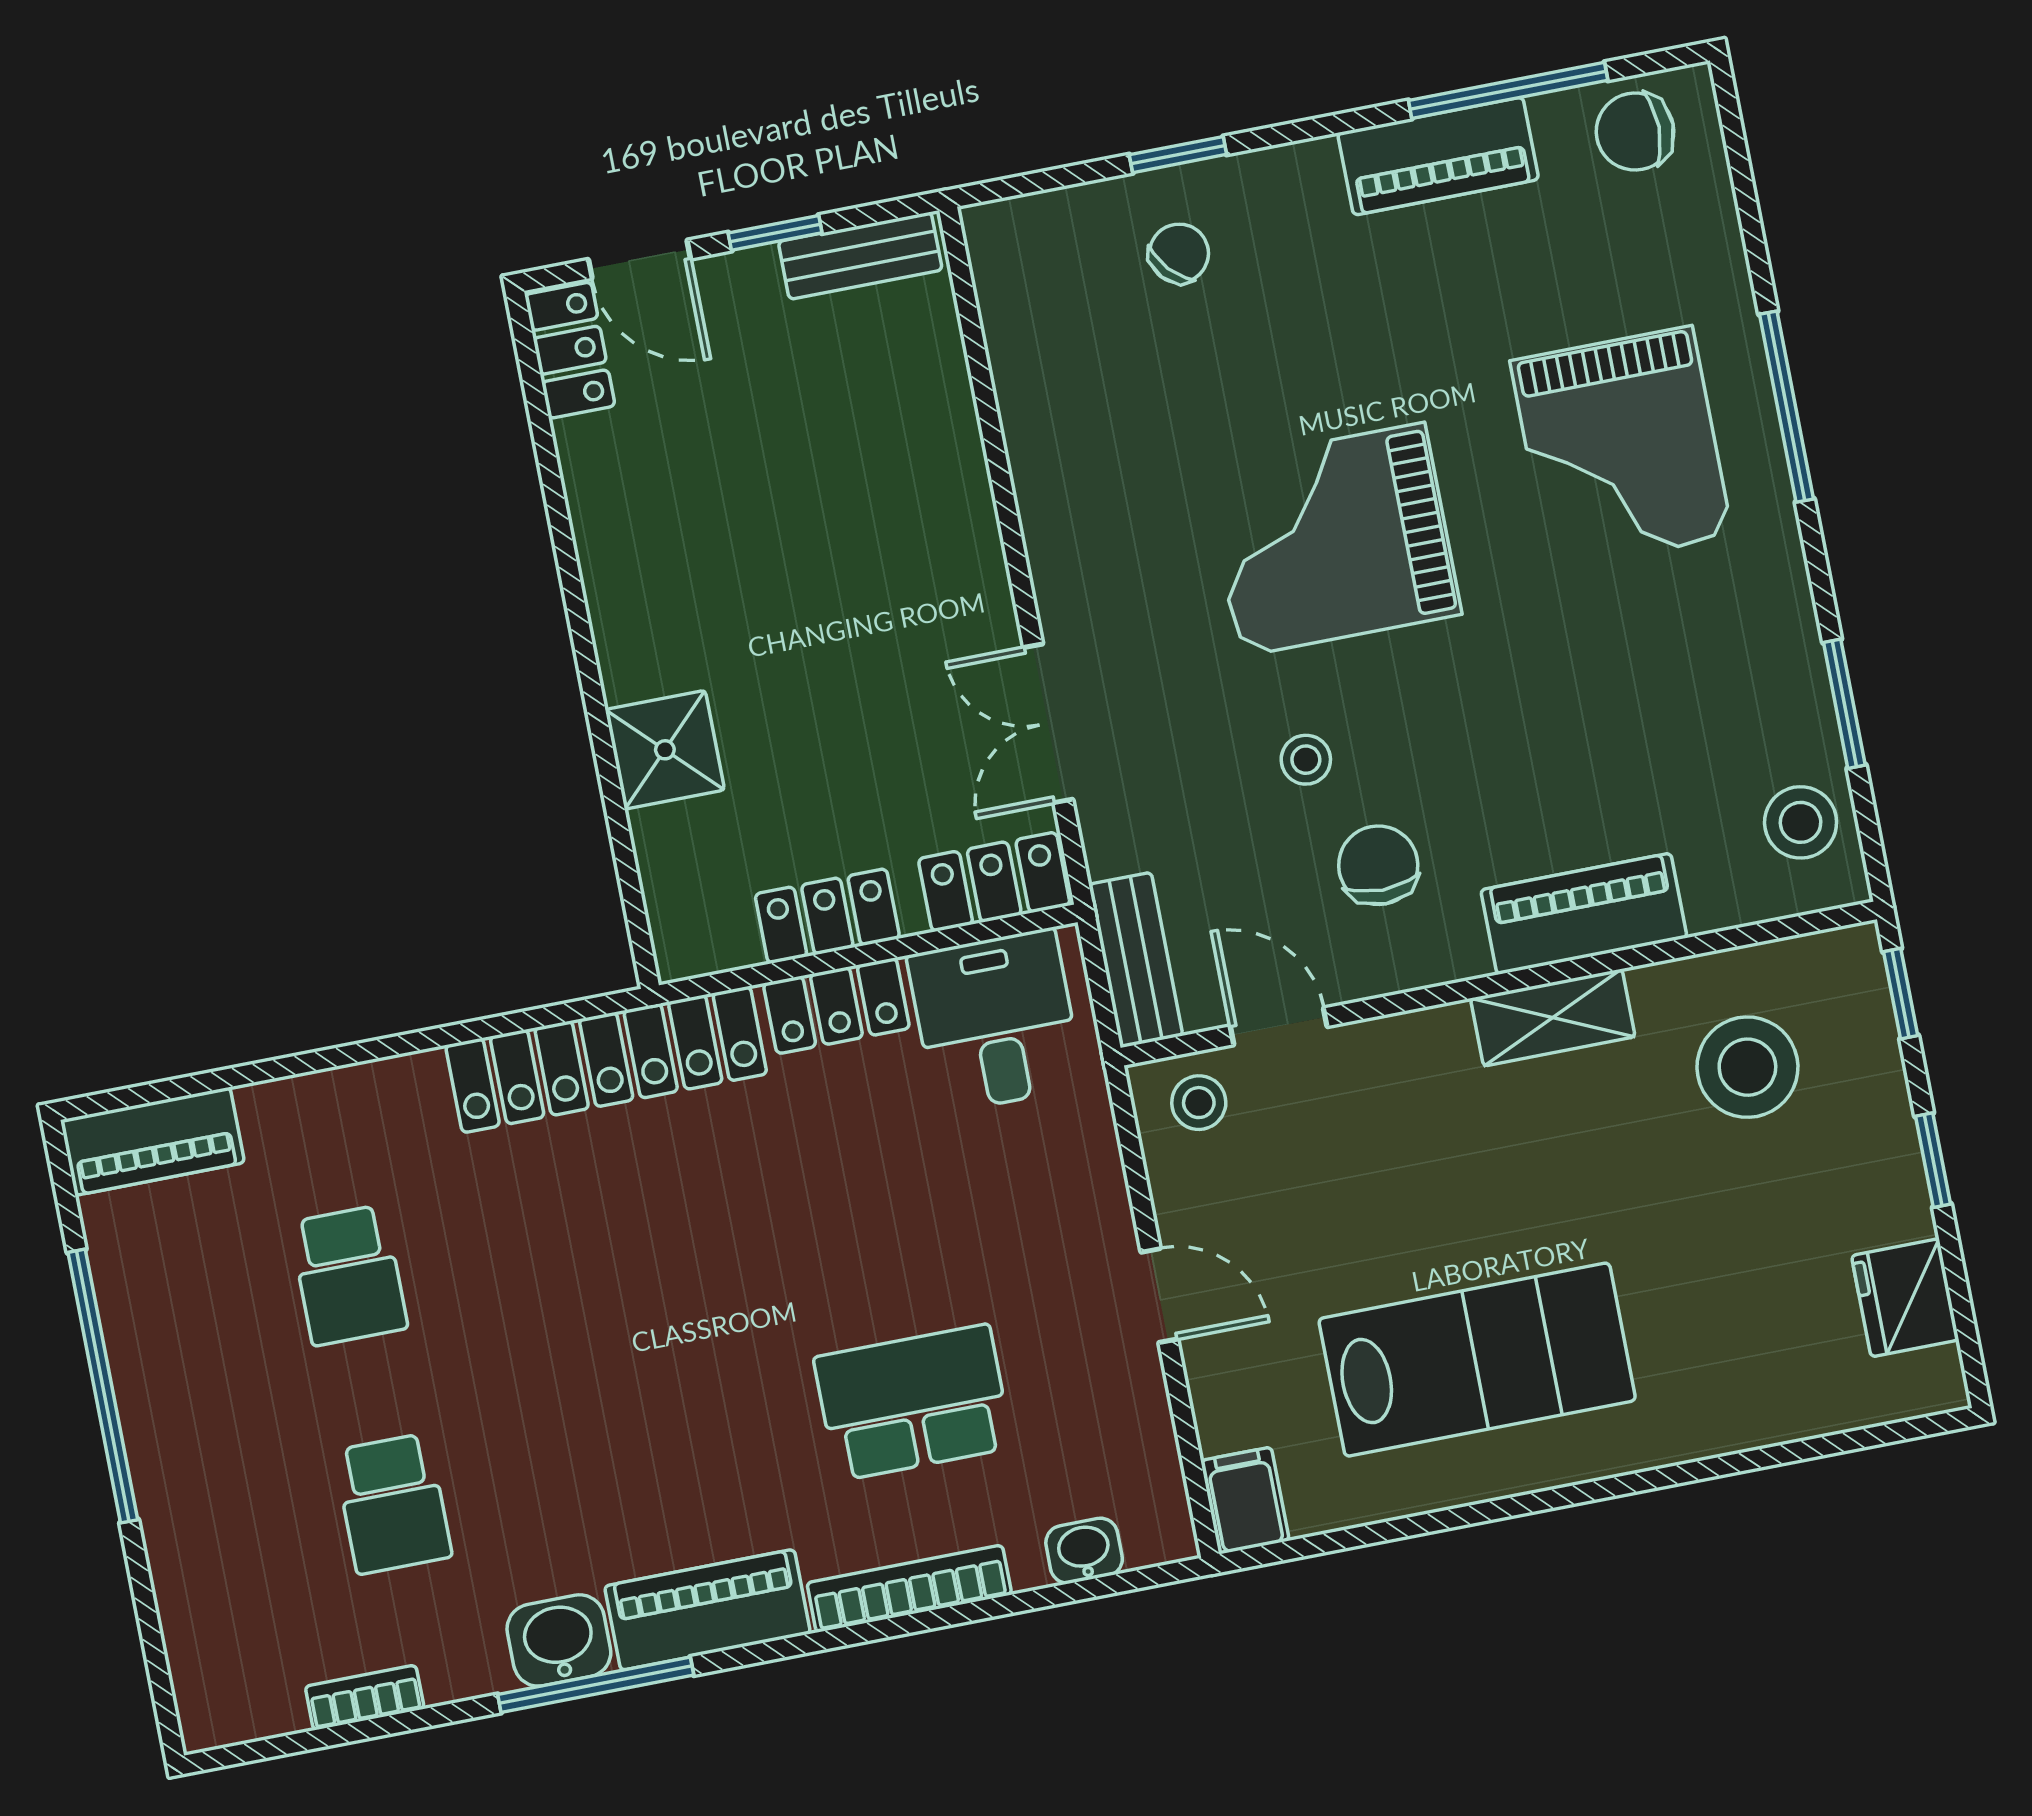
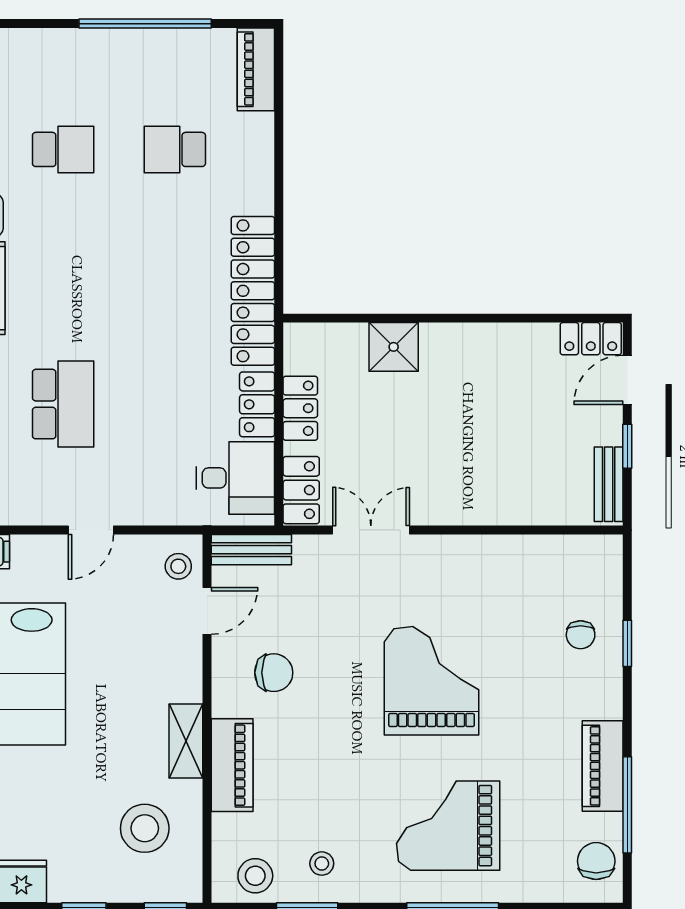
chair: (1179, 253) -> (581, 635), turned 42
stool: (1306, 760) -> (322, 864), moved
school desk: (393, 1504) -> (63, 149), turned 180

